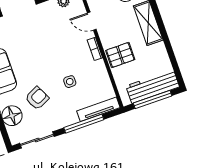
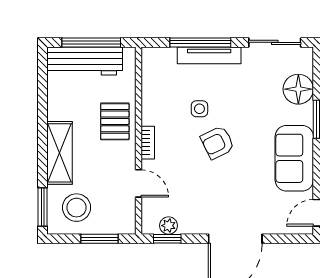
pallet: (120, 55) -> (115, 121), turned 90
armchair: (37, 98) -> (218, 143), moved
tv unit: (98, 109) -> (209, 55), moved

